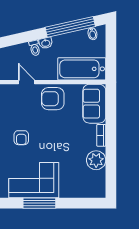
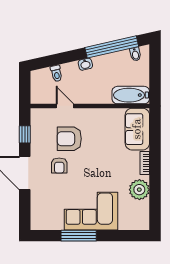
toilet: (35, 48) -> (56, 73), moved
bathtub: (82, 69) -> (131, 95), width x0.73, depth x0.73
armchair: (53, 99) -> (69, 139), moved
corner sofa: (34, 180) -> (91, 211), moved

